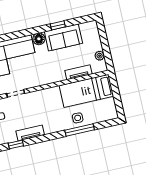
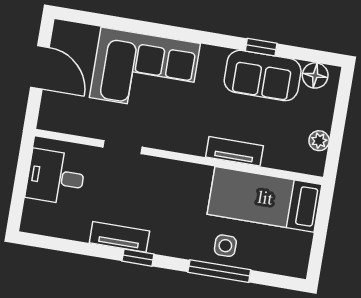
floor lamp: (39, 39) -> (315, 75), moved
tv unit: (78, 72) -> (234, 151), moved
window: (16, 144) -> (138, 258), moved

